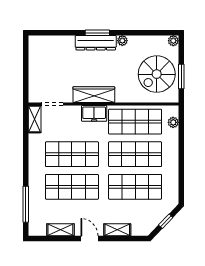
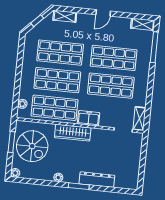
dresser: (96, 43) -> (97, 180), moved
spiral stairs: (157, 74) -> (32, 146), turned 90
wardrobe: (94, 95) -> (73, 133), moved
shelving: (60, 230) -> (143, 24), moved
shelving: (117, 230) -> (65, 16), moved
door: (89, 238) -> (103, 13), hinge flipped

